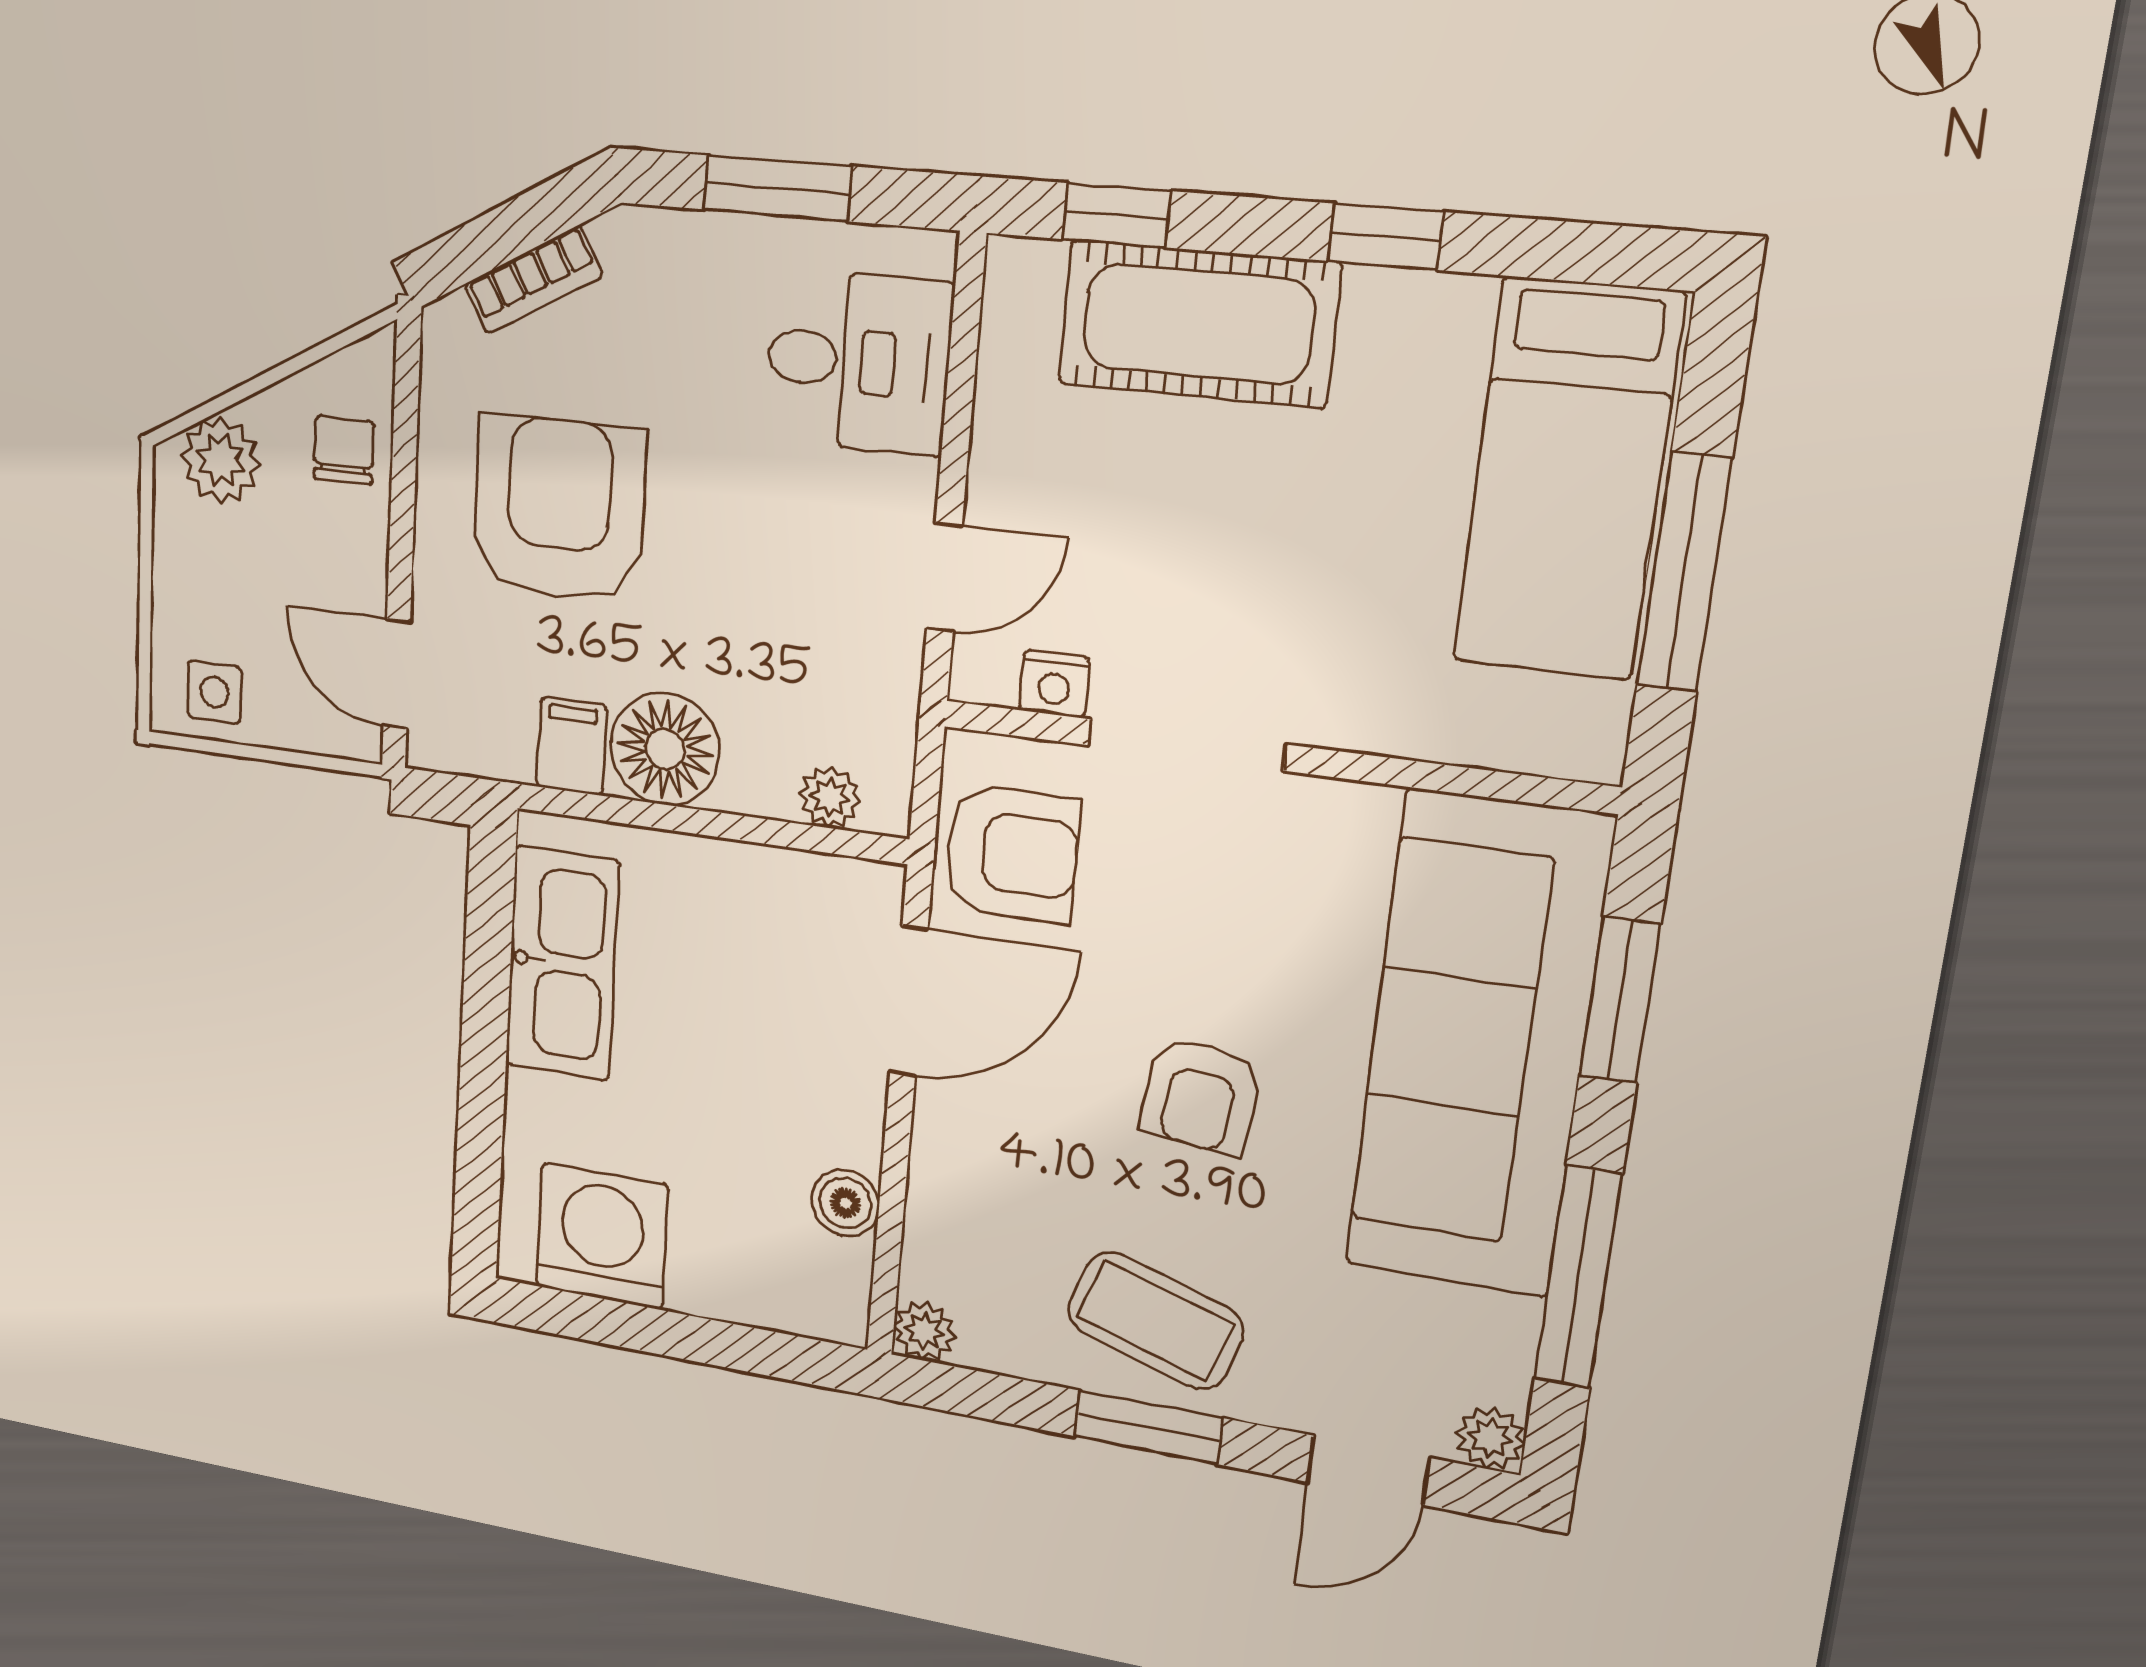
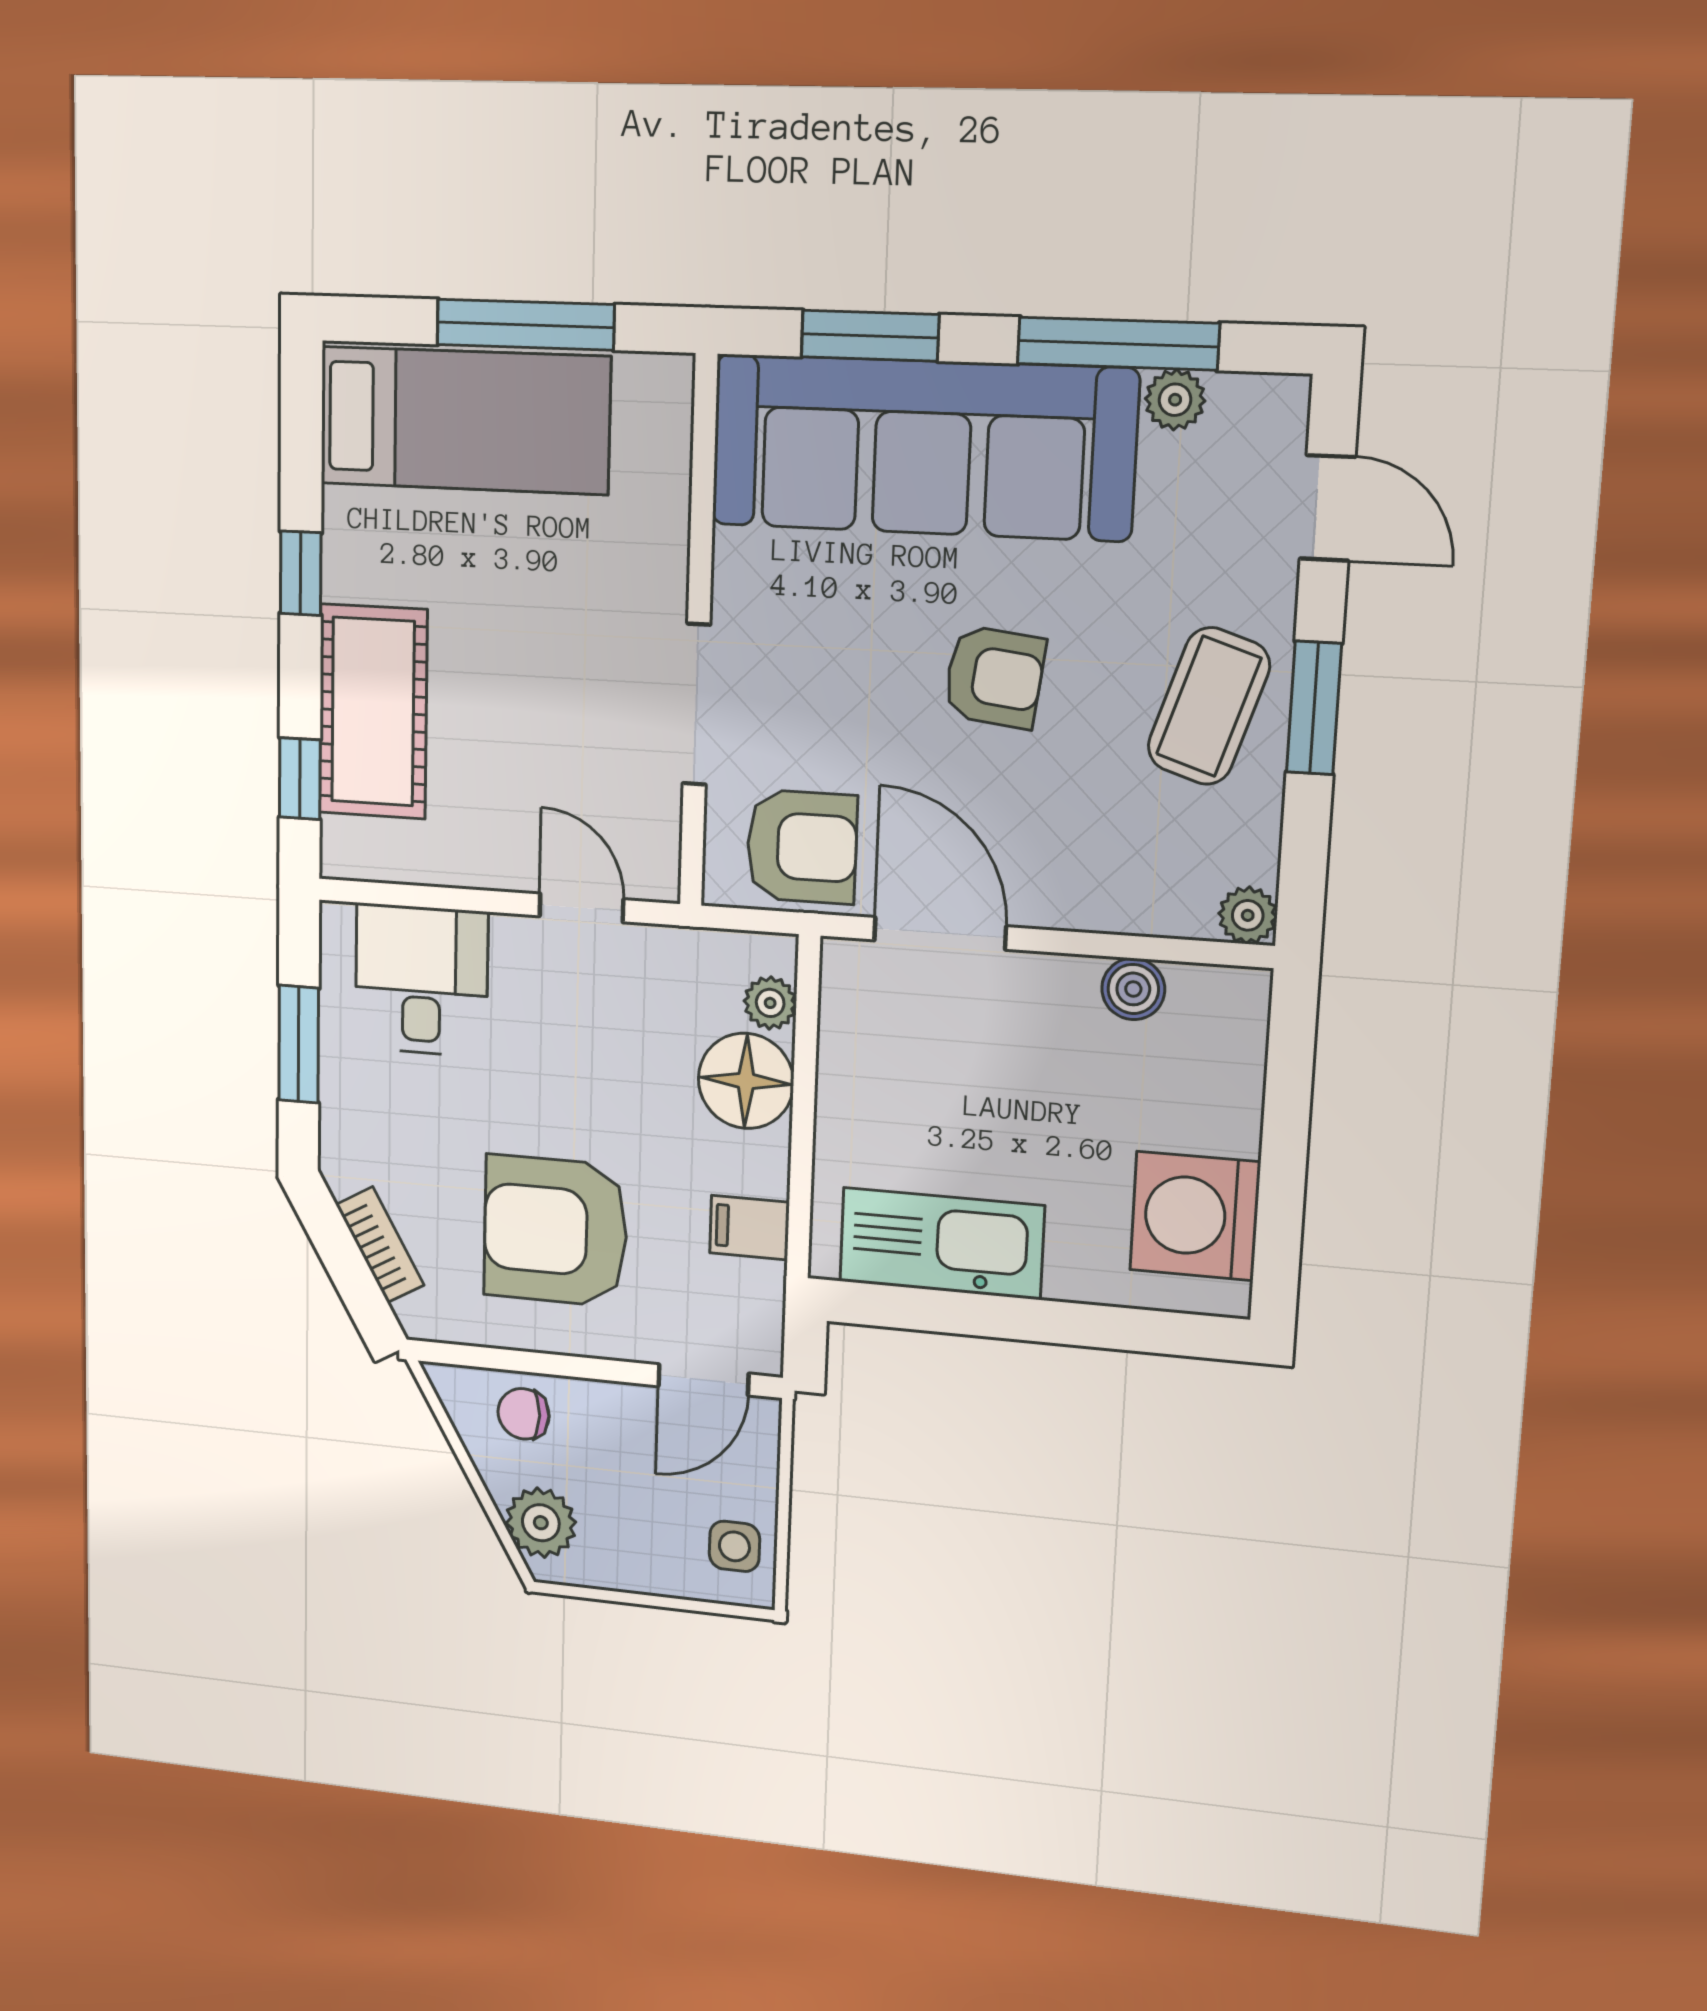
nightstand: (1054, 684) -> (658, 815), removed
floor lamp: (665, 749) -> (746, 1081), moved
armchair: (1012, 854) -> (802, 847), turned 90
plant: (1490, 1438) -> (1175, 400), moved

